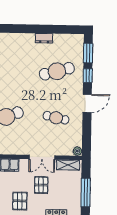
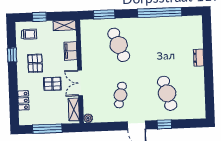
dresser: (44, 38) -> (199, 58), moved
window: (88, 53) -> (187, 124), removed
pallet: (20, 201) -> (35, 63), turned 90

